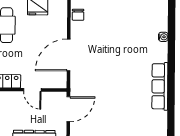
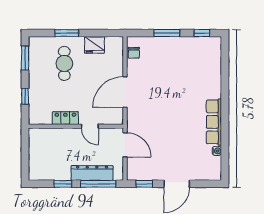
water cooler: (163, 37) -> (217, 151), moved
door: (68, 109) -> (125, 145), hinge flipped

